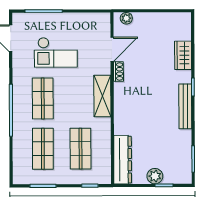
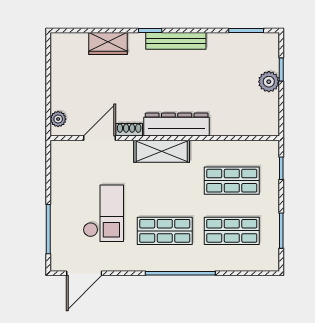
door: (112, 49) -> (100, 138), hinge flipped
dresser: (123, 160) -> (177, 125), moved

